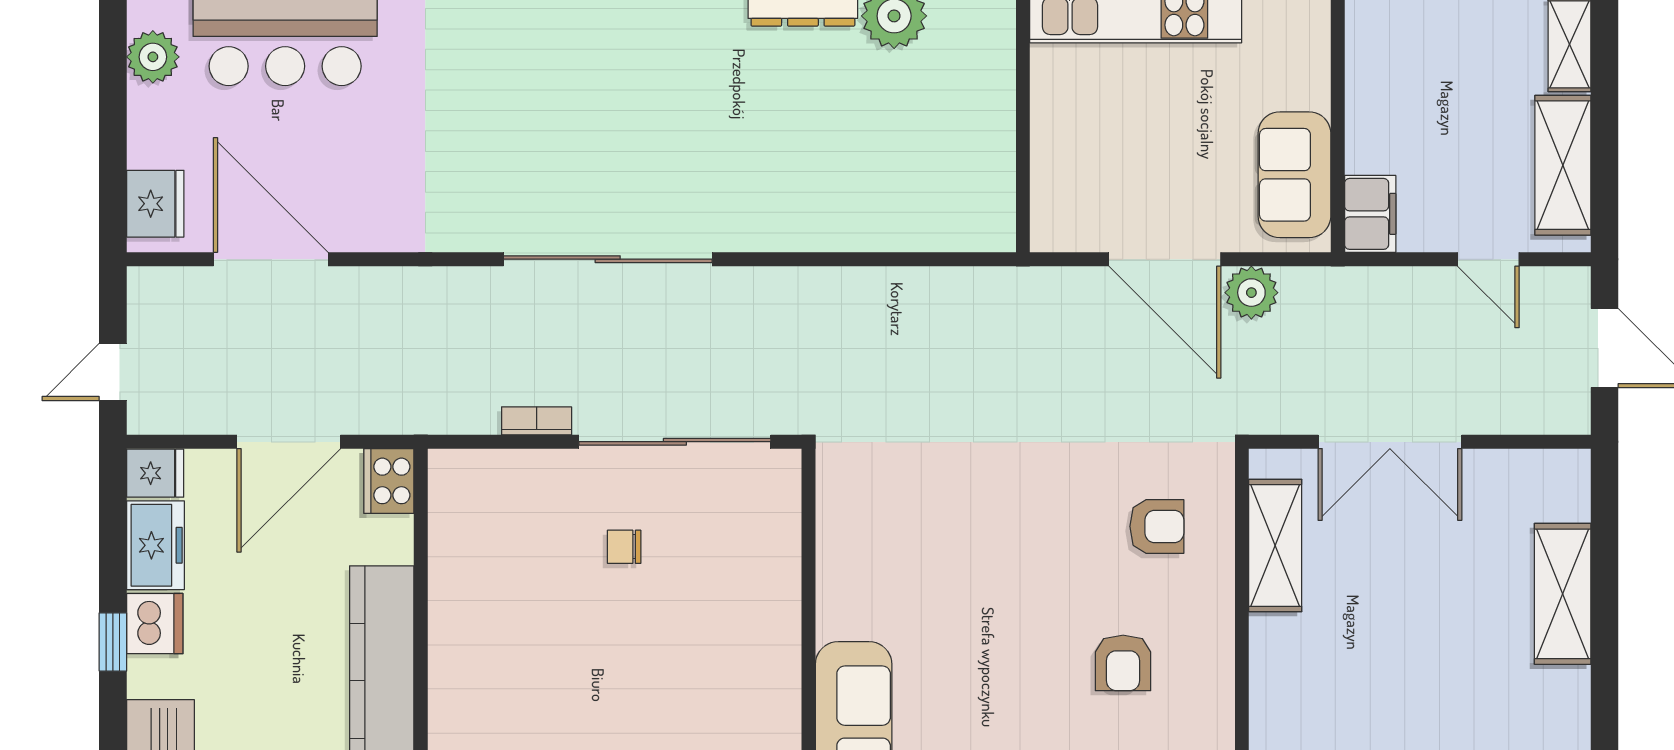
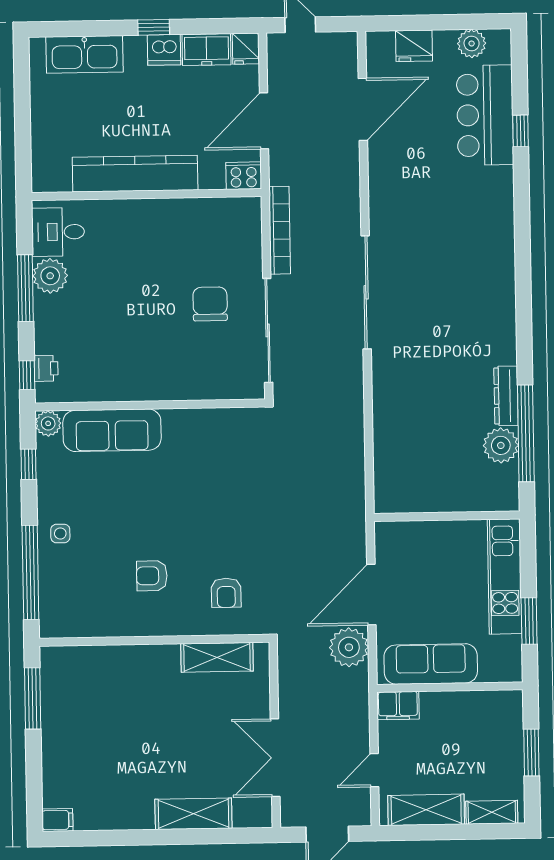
sofa: (1294, 175) -> (431, 664), width x1.36
fridge: (155, 204) -> (414, 46), moved
plant: (1251, 293) -> (349, 647), width x1.36, depth x1.36
bookcase: (537, 421) -> (280, 230), width x2.31, depth x1.31
door: (289, 442) -> (264, 121), hinge flipped
double door: (1390, 442) -> (275, 758), moved
chair: (624, 547) -> (210, 304), width x1.87, depth x1.87

